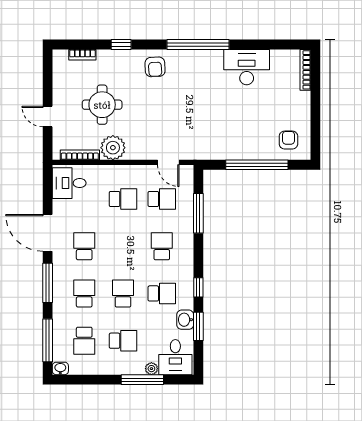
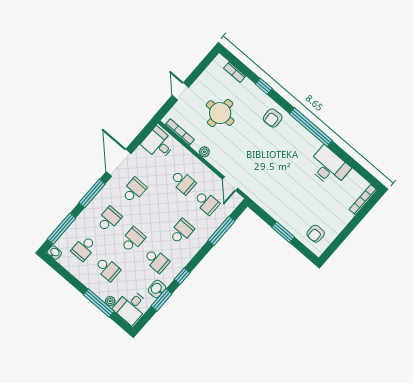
armchair: (288, 140) -> (316, 234), turned 180
plant: (113, 148) -> (204, 152), width x0.53, depth x0.53
window: (257, 165) -> (283, 232), width x0.47

